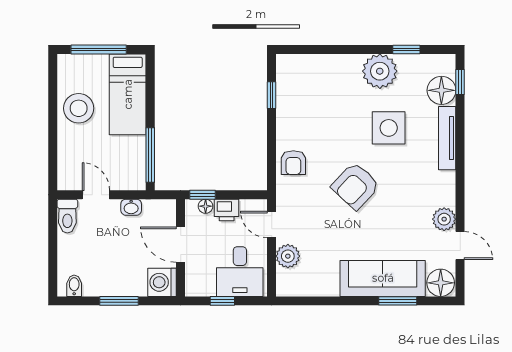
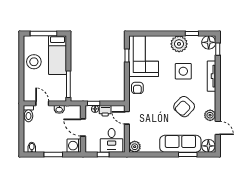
floor lamp: (441, 90) -> (209, 42), moved
corner sofa: (306, 97) -> (144, 56), added
armchair: (355, 186) -> (184, 107), moved
plant: (288, 256) -> (135, 147), moved

